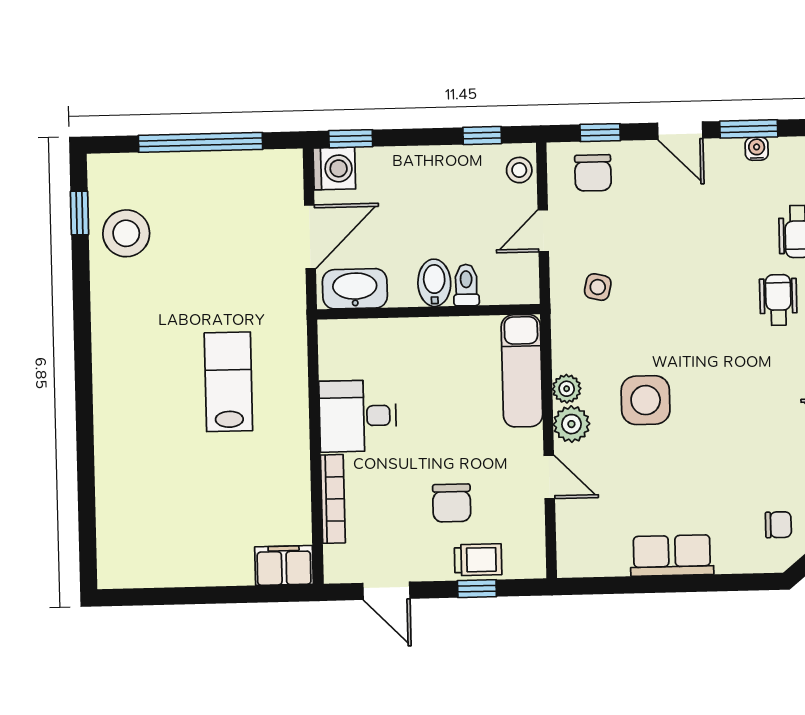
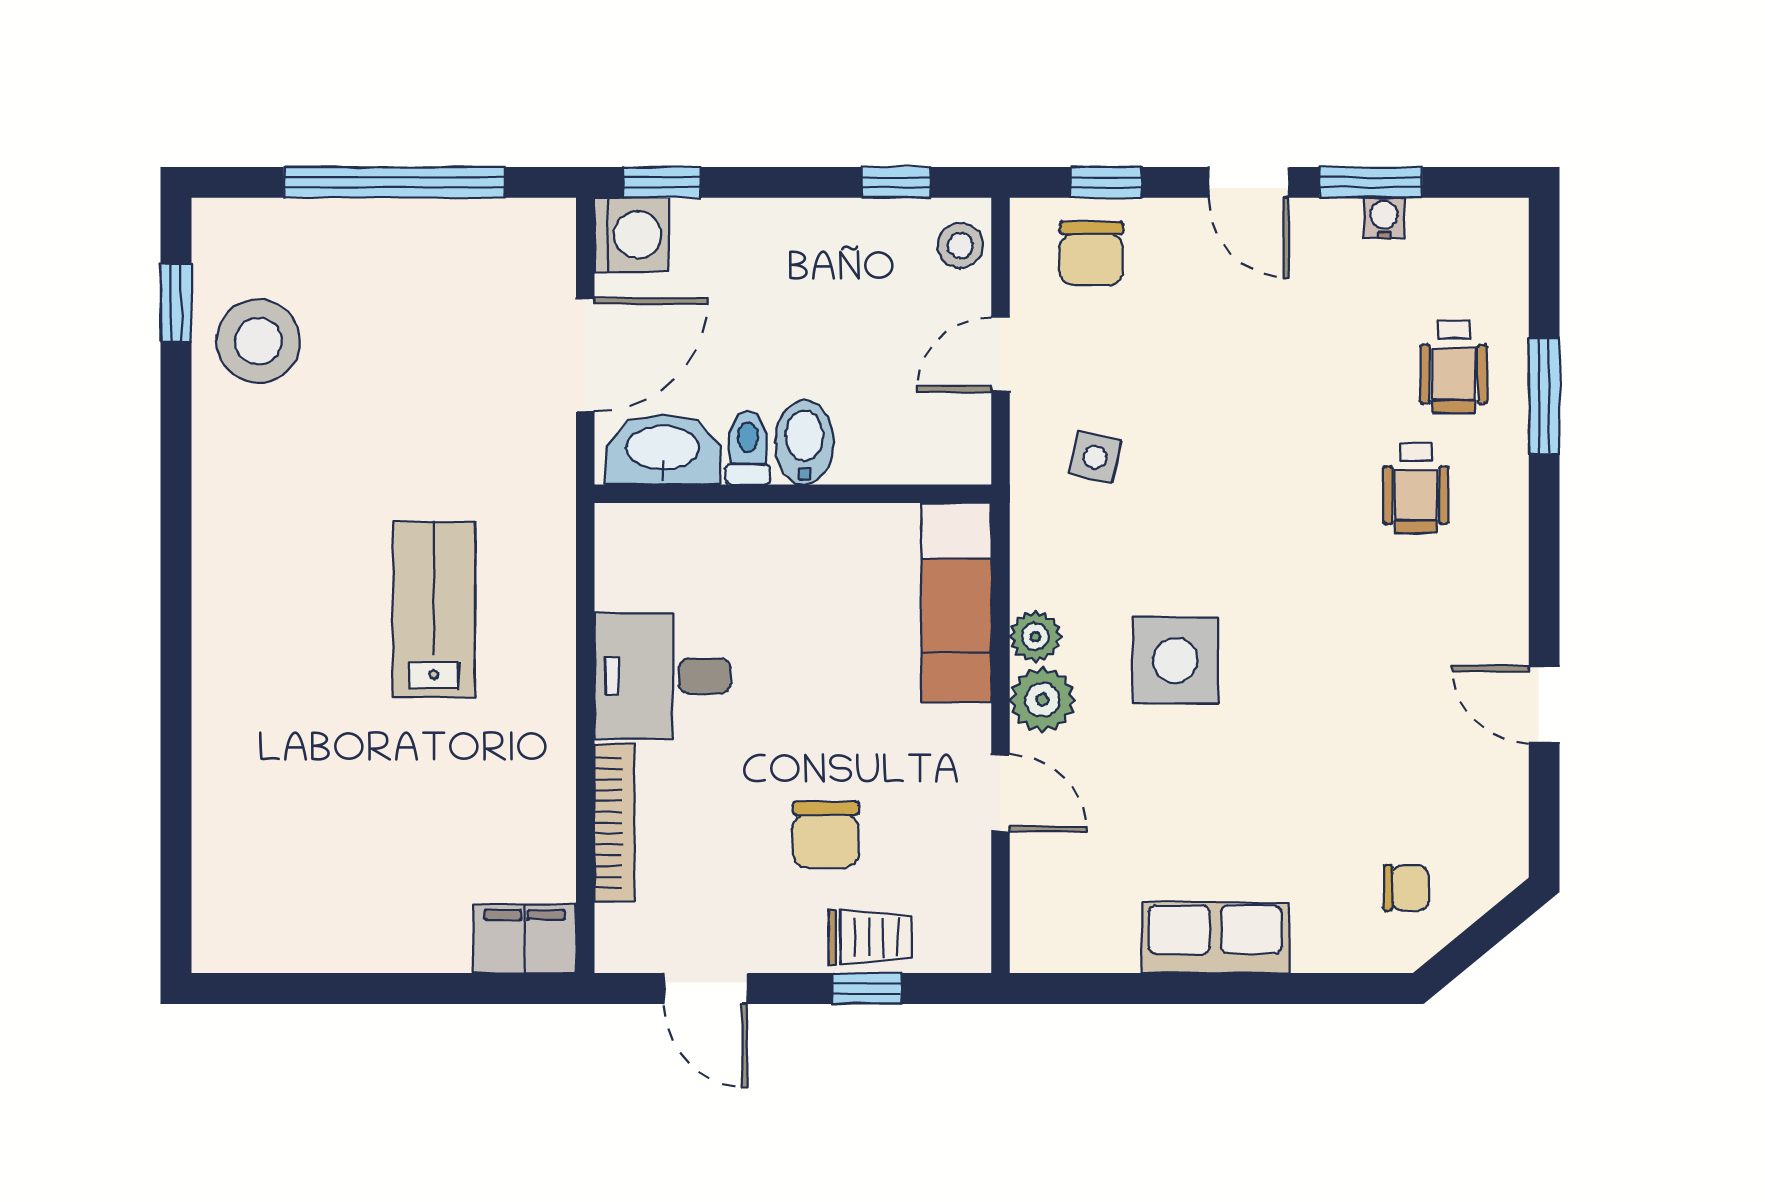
toilet: (466, 285) -> (748, 448), moved
wheelchair: (778, 300) -> (1416, 488), turned 180

